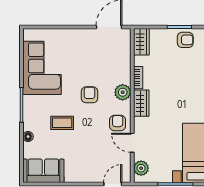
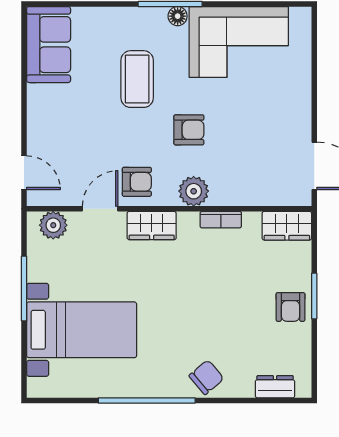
wardrobe: (141, 103) -> (152, 226), moved
coffee table: (62, 123) -> (137, 79), width x1.36, depth x1.30
floor lamp: (28, 137) -> (178, 16), moved

